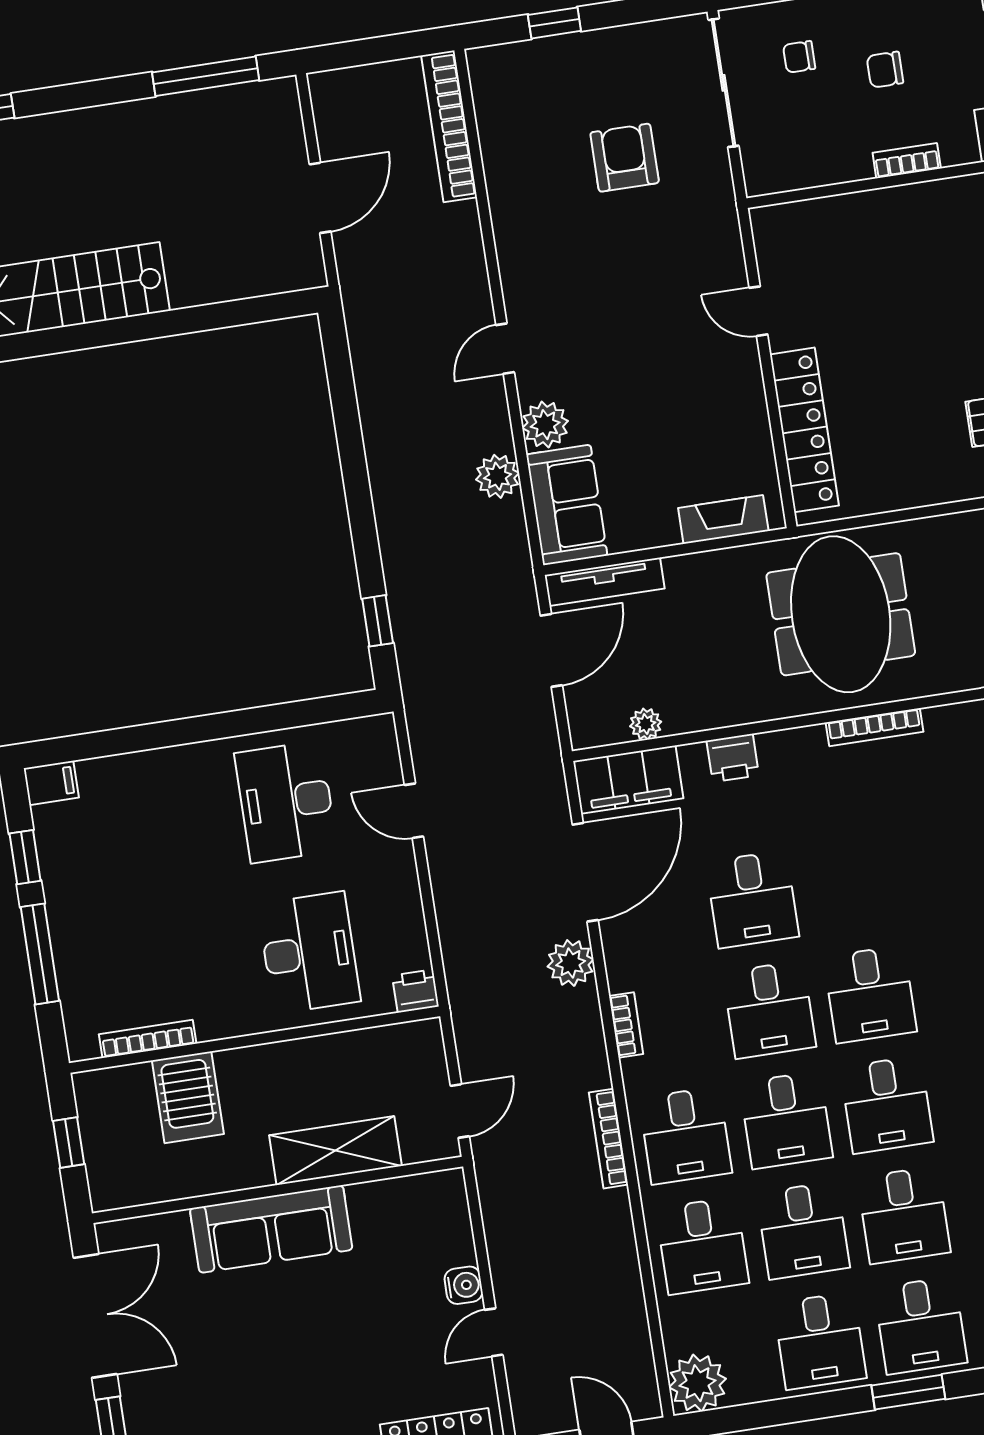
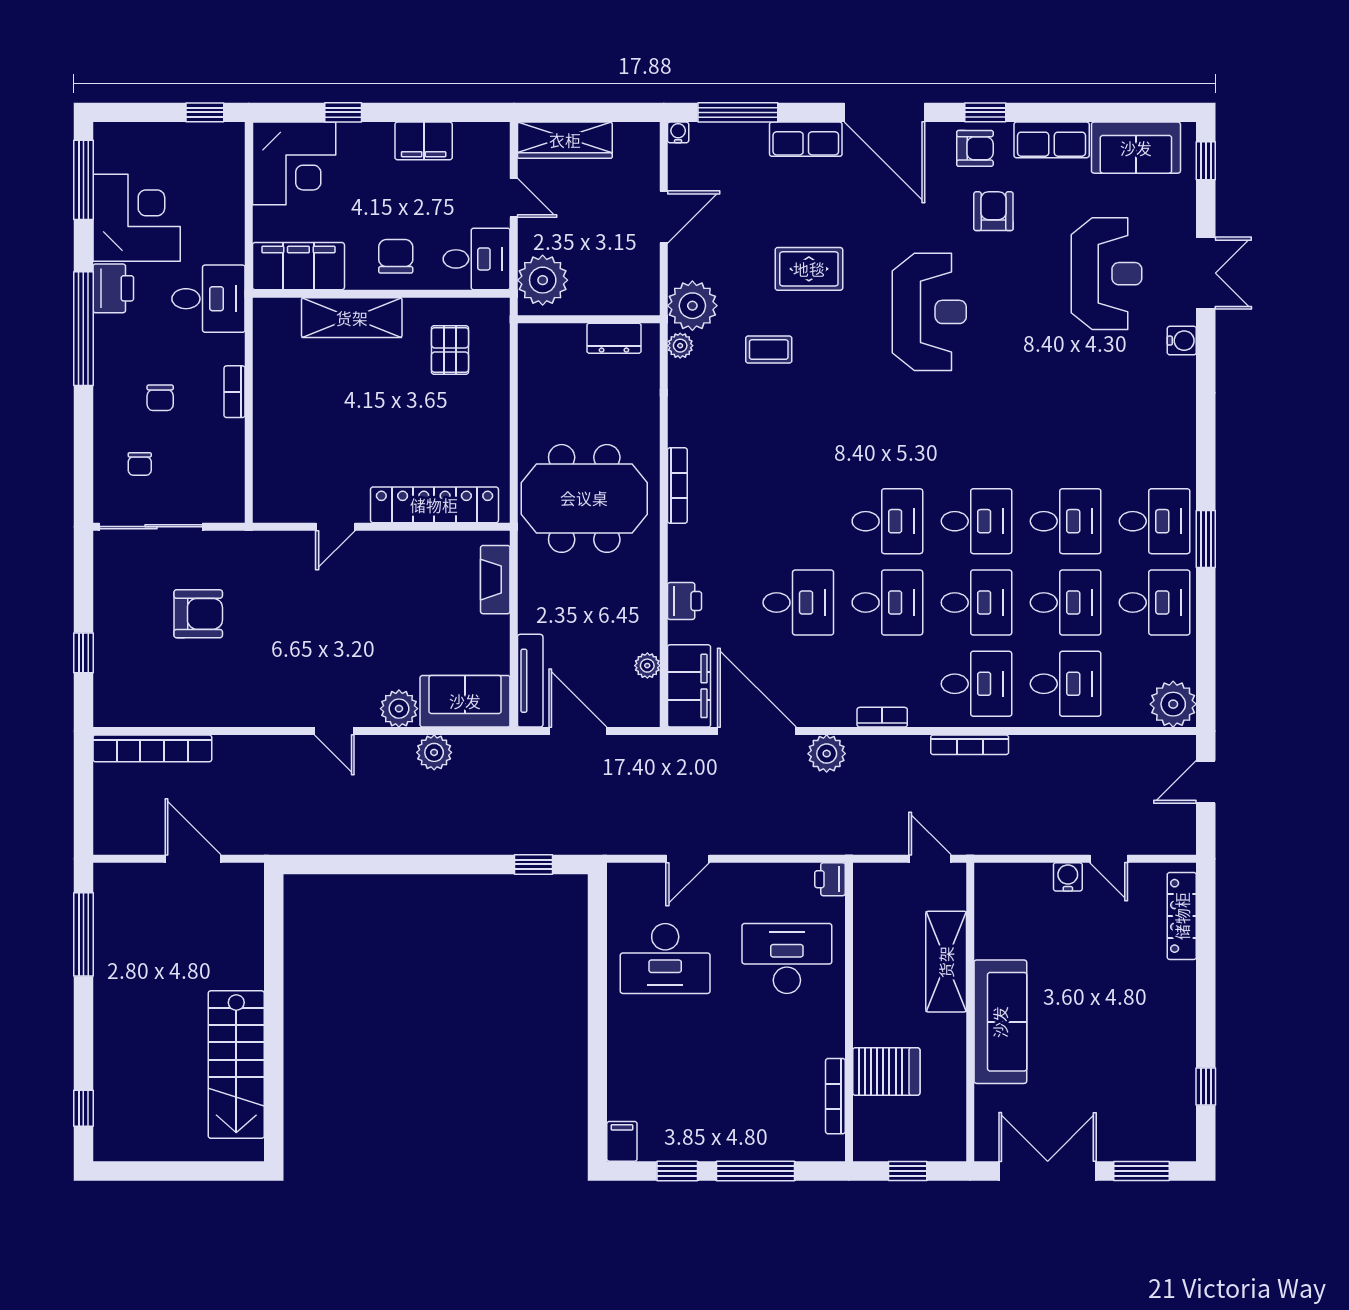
armchair: (625, 158) -> (198, 614), turned 180

